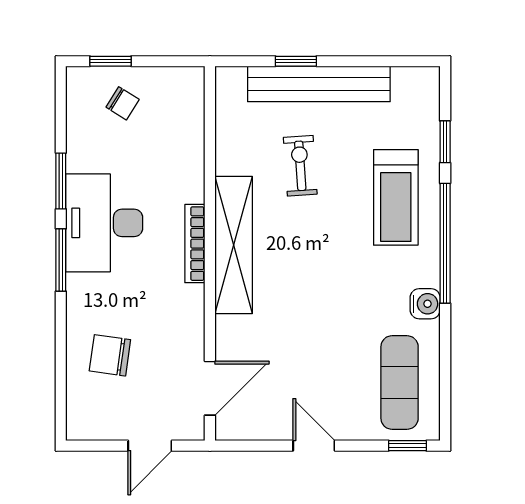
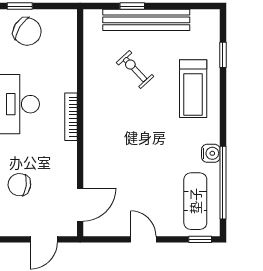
chair: (123, 103) -> (27, 32), width x1.87, depth x1.87
exercise bike: (300, 166) -> (135, 70), turned -39
window: (445, 243) -> (223, 183), moved
shelving: (234, 245) -> (94, 118), removed

